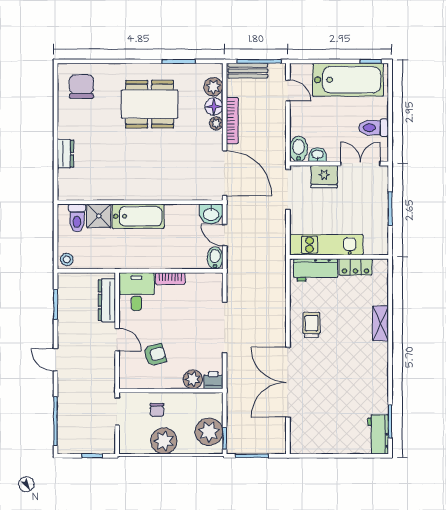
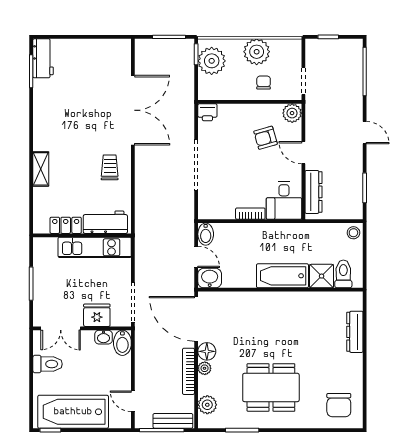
floor lamp: (214, 107) -> (207, 351), moved
dresser: (65, 154) -> (355, 332), width x1.44
trolley: (311, 325) -> (110, 167), turned 180
plant: (193, 379) -> (292, 113), moved

